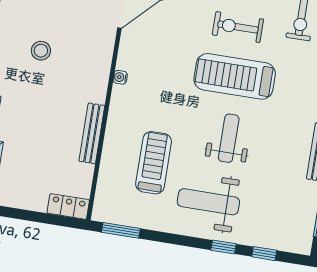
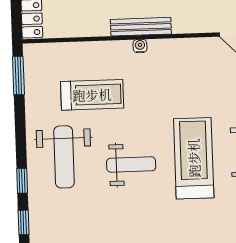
water cooler: (120, 77) -> (140, 46), moved
bench: (92, 133) -> (141, 27), moved
weight bench: (208, 202) -> (64, 157), turned 180

